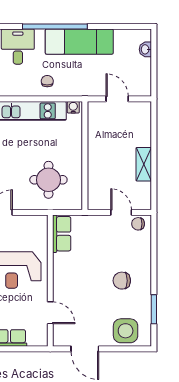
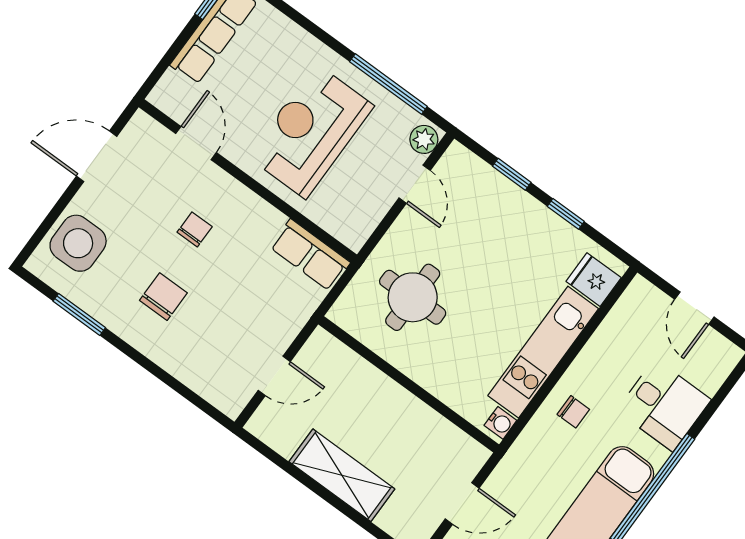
shelving: (144, 164) -> (342, 475), width x1.50, depth x1.33
chair: (138, 224) -> (195, 229), moved
door: (50, 313) -> (196, 143), swing flipped

